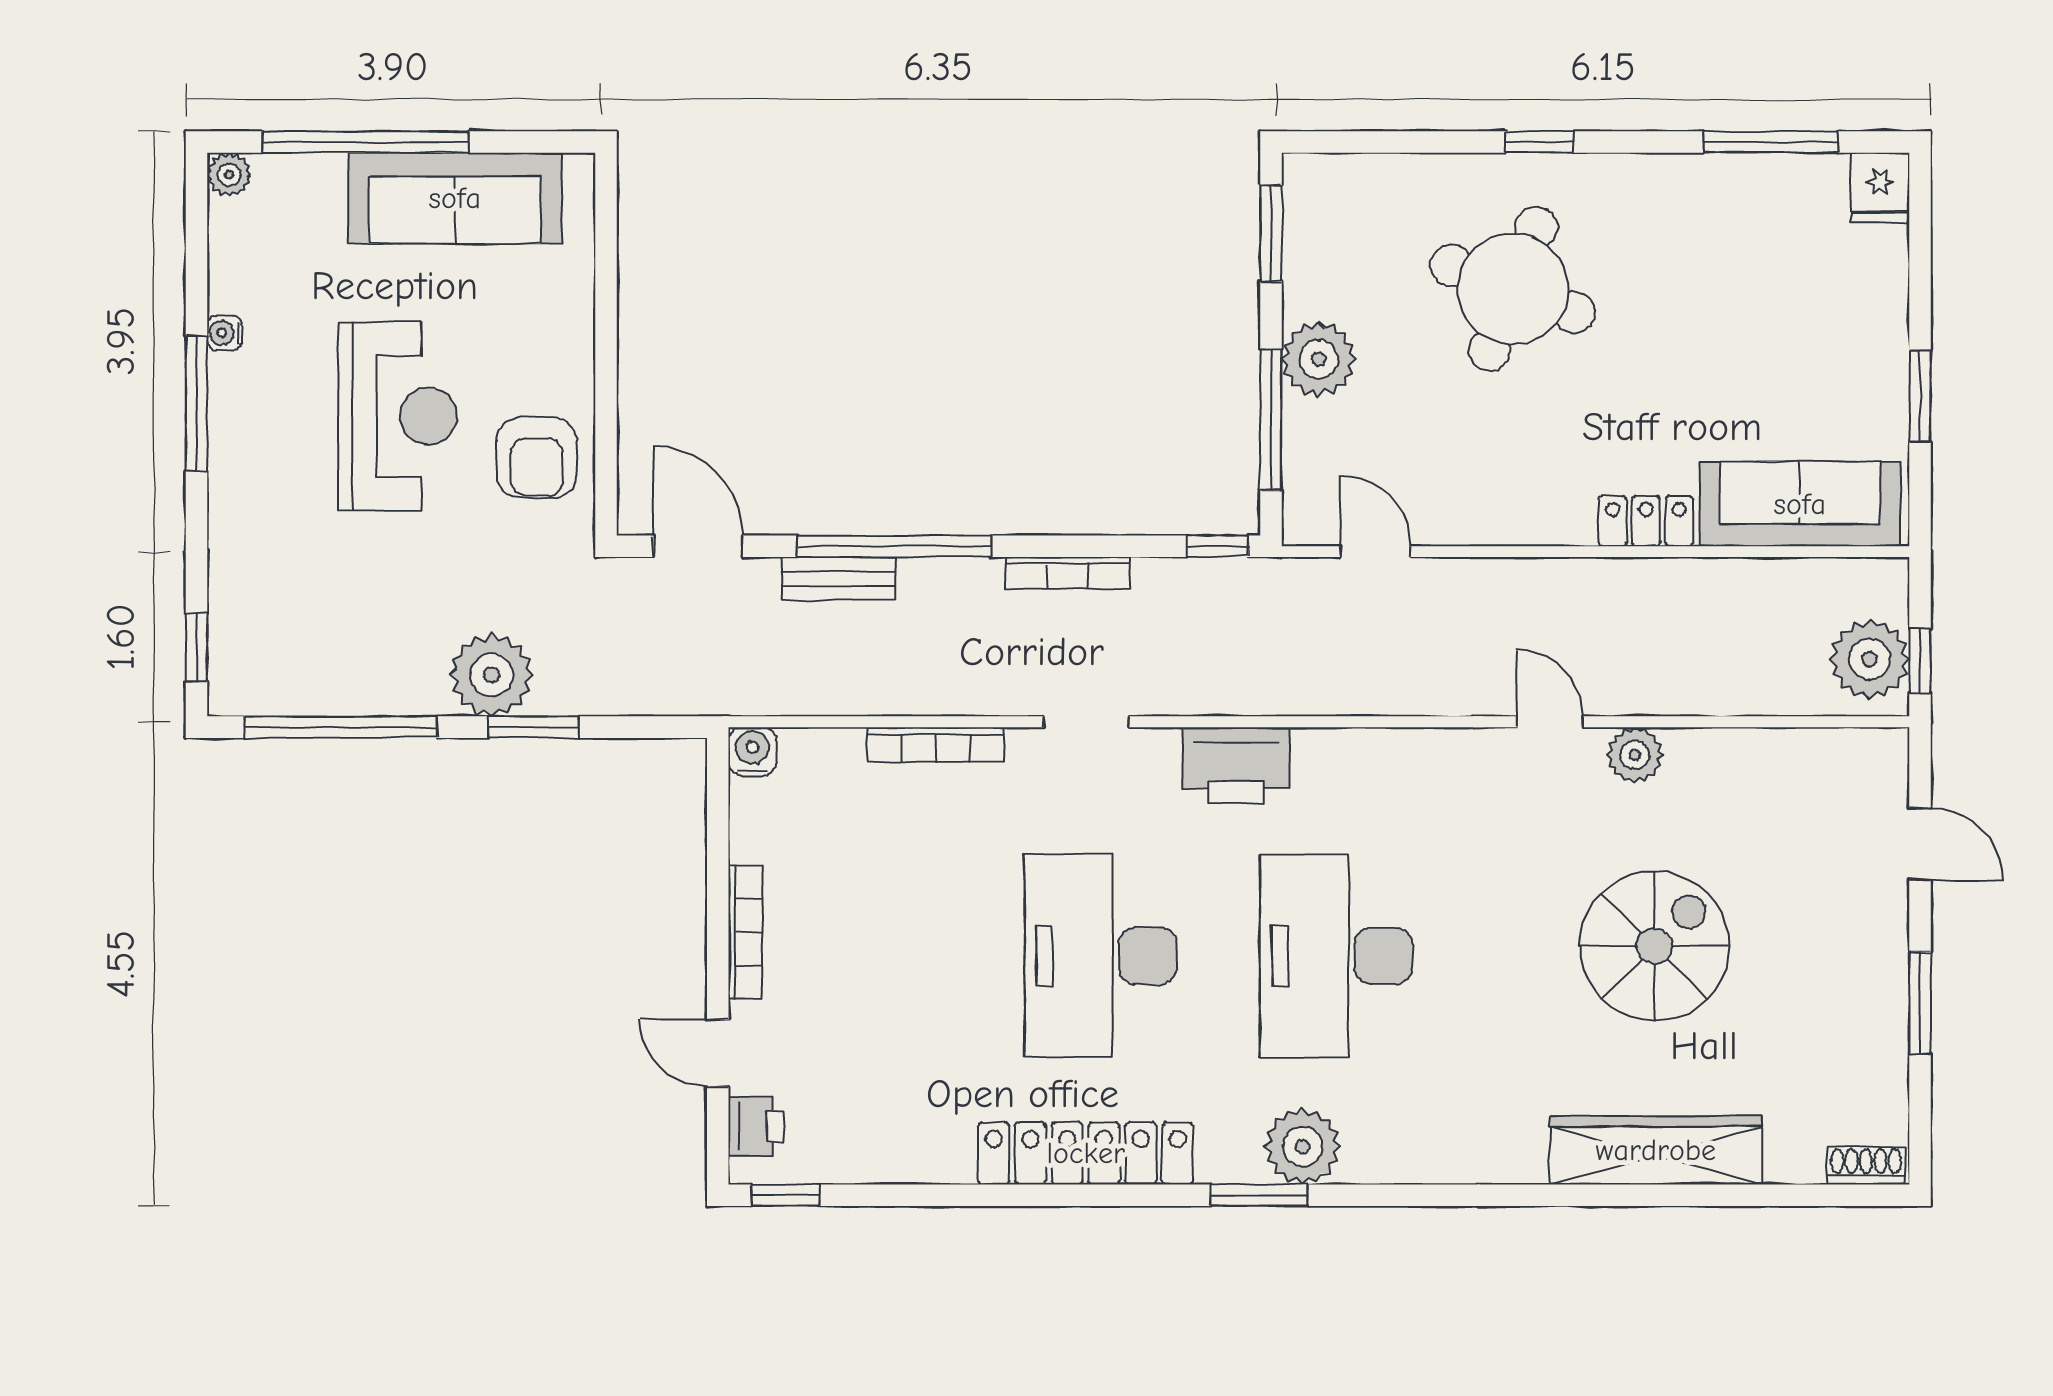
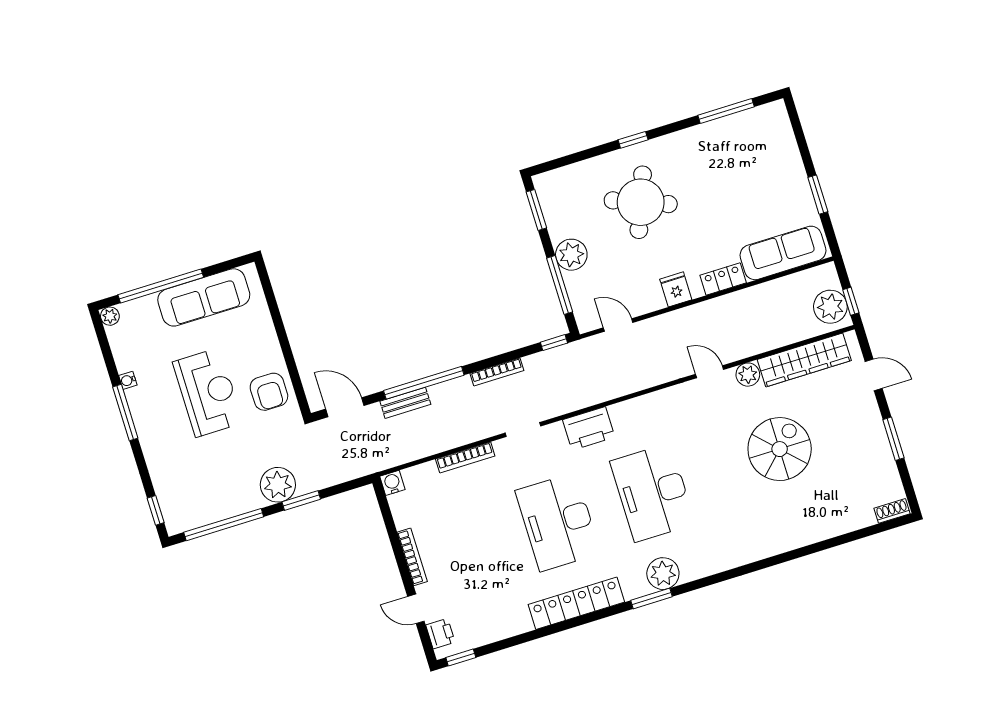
fridge: (1880, 188) -> (676, 289), moved, turned 180
wardrobe: (1656, 1150) -> (804, 360), moved, turned 180

